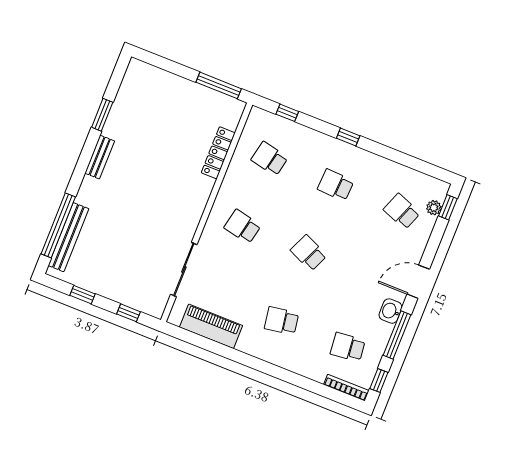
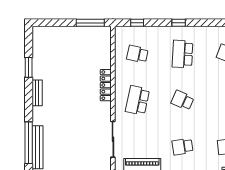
locker: (218, 153) -> (106, 85), moved
school desk: (336, 185) -> (183, 54), width x1.85
school desk: (243, 227) -> (137, 100), width x1.85

